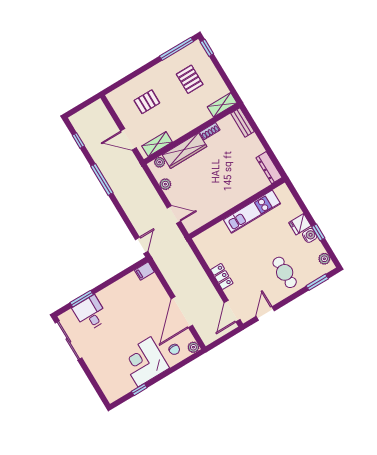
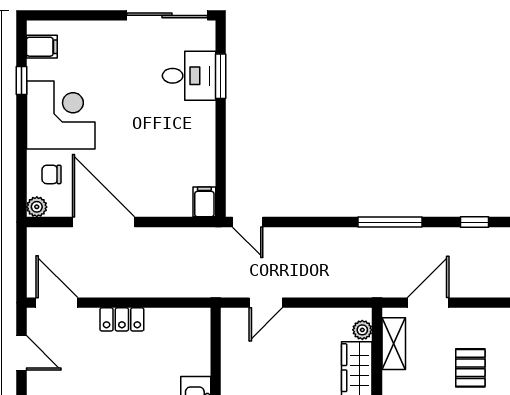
plant: (165, 184) -> (322, 318), removed
filing cabinet: (118, 390) -> (42, 47), added

